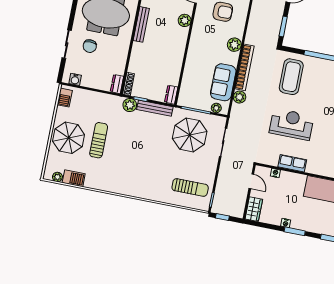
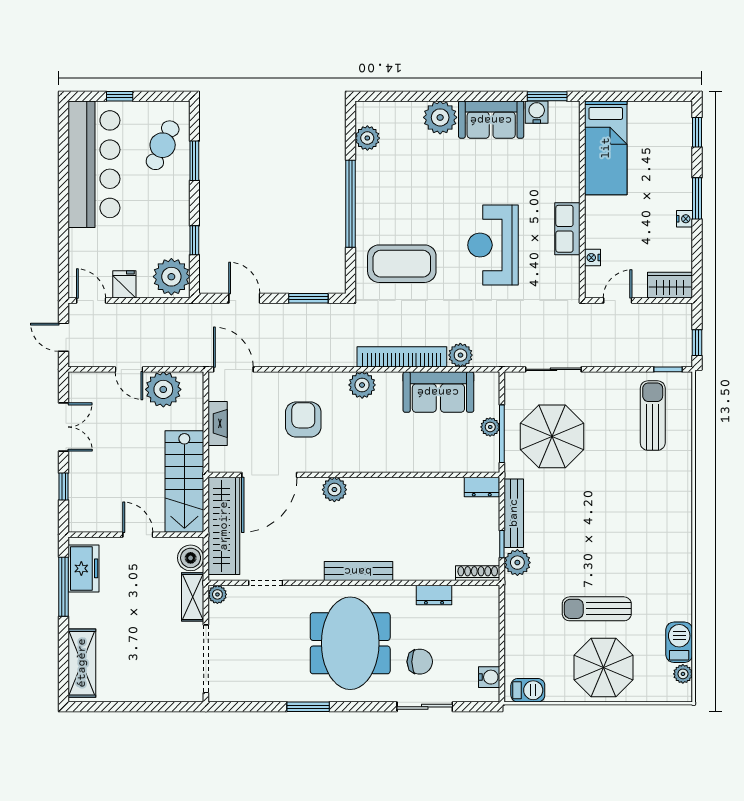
dresser: (117, 84) -> (434, 595), moved
plant: (216, 108) -> (490, 427), moved

